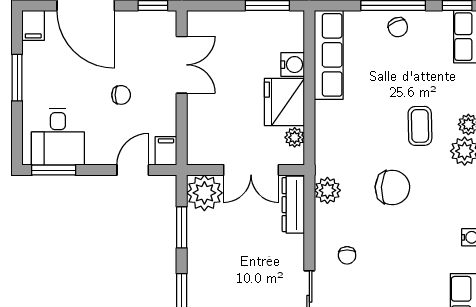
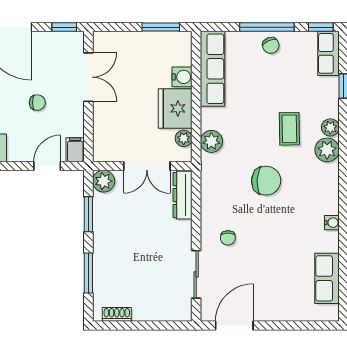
plant: (327, 190) -> (211, 141), moved
plant: (204, 193) -> (104, 181), width x0.73, depth x0.73

